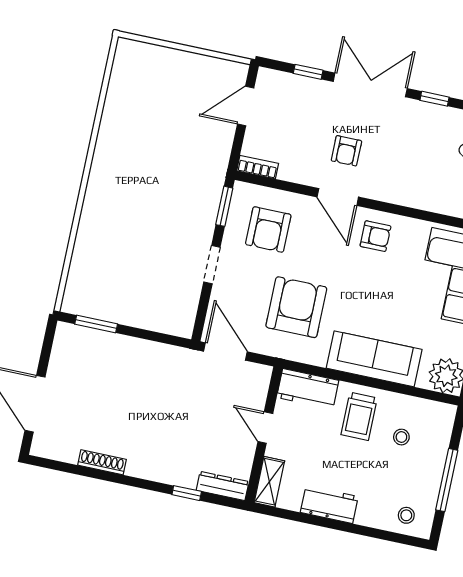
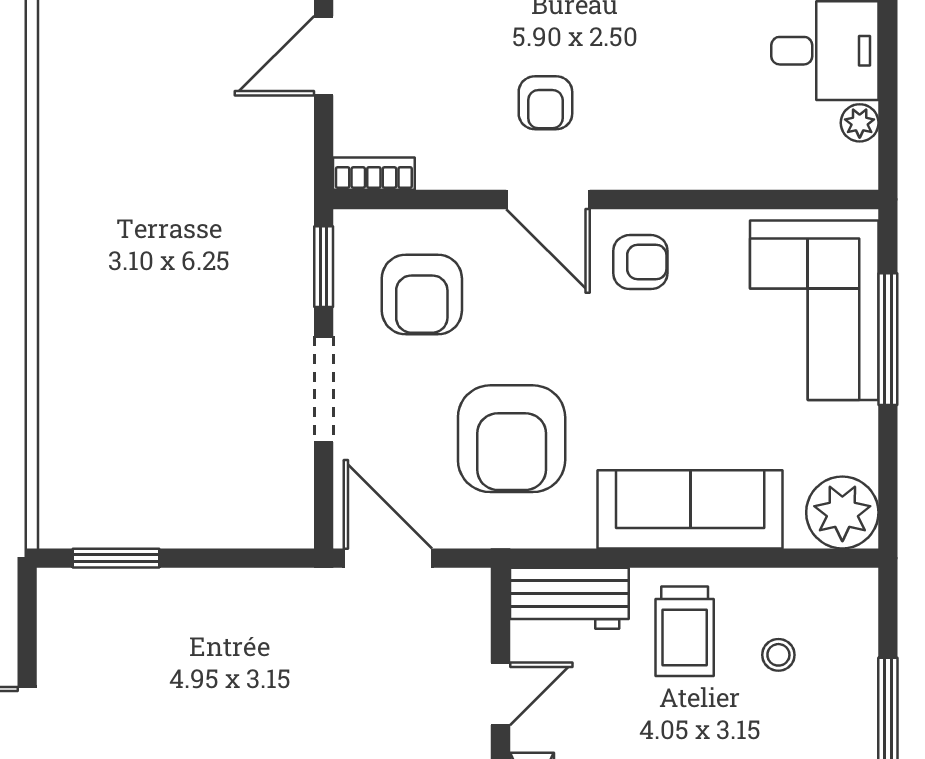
doorway: (212, 265) -> (324, 389), width x1.38
armchair: (296, 307) -> (512, 439), turned 180
door: (265, 427) -> (501, 694), swing flipped

